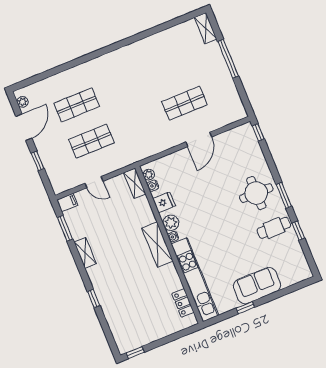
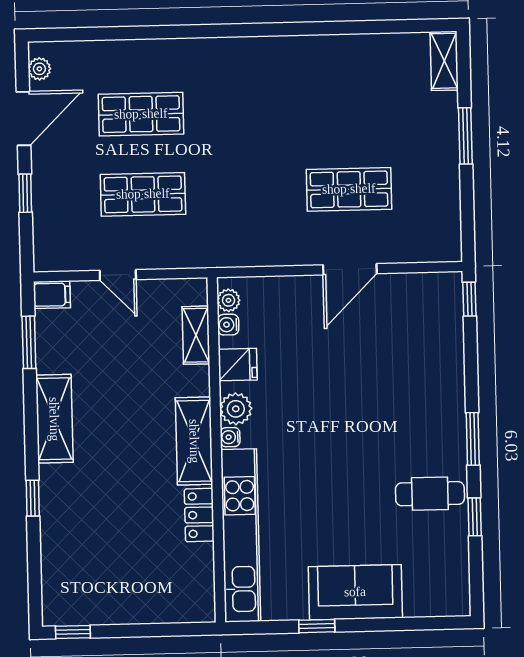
window: (228, 59) -> (465, 136), width x0.69
shelving: (135, 183) -> (196, 335), moved
round table: (256, 193) -> (421, 414), removed
shelving: (85, 253) -> (54, 419), width x1.50, depth x1.33
locker: (183, 303) -> (199, 515), moved

